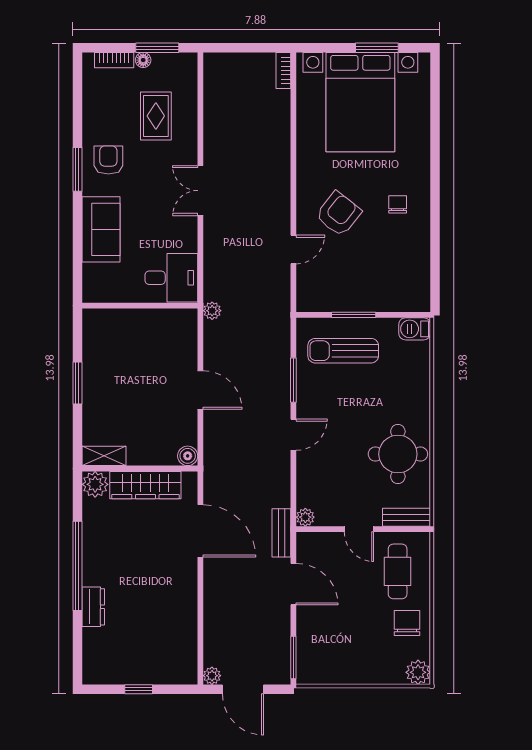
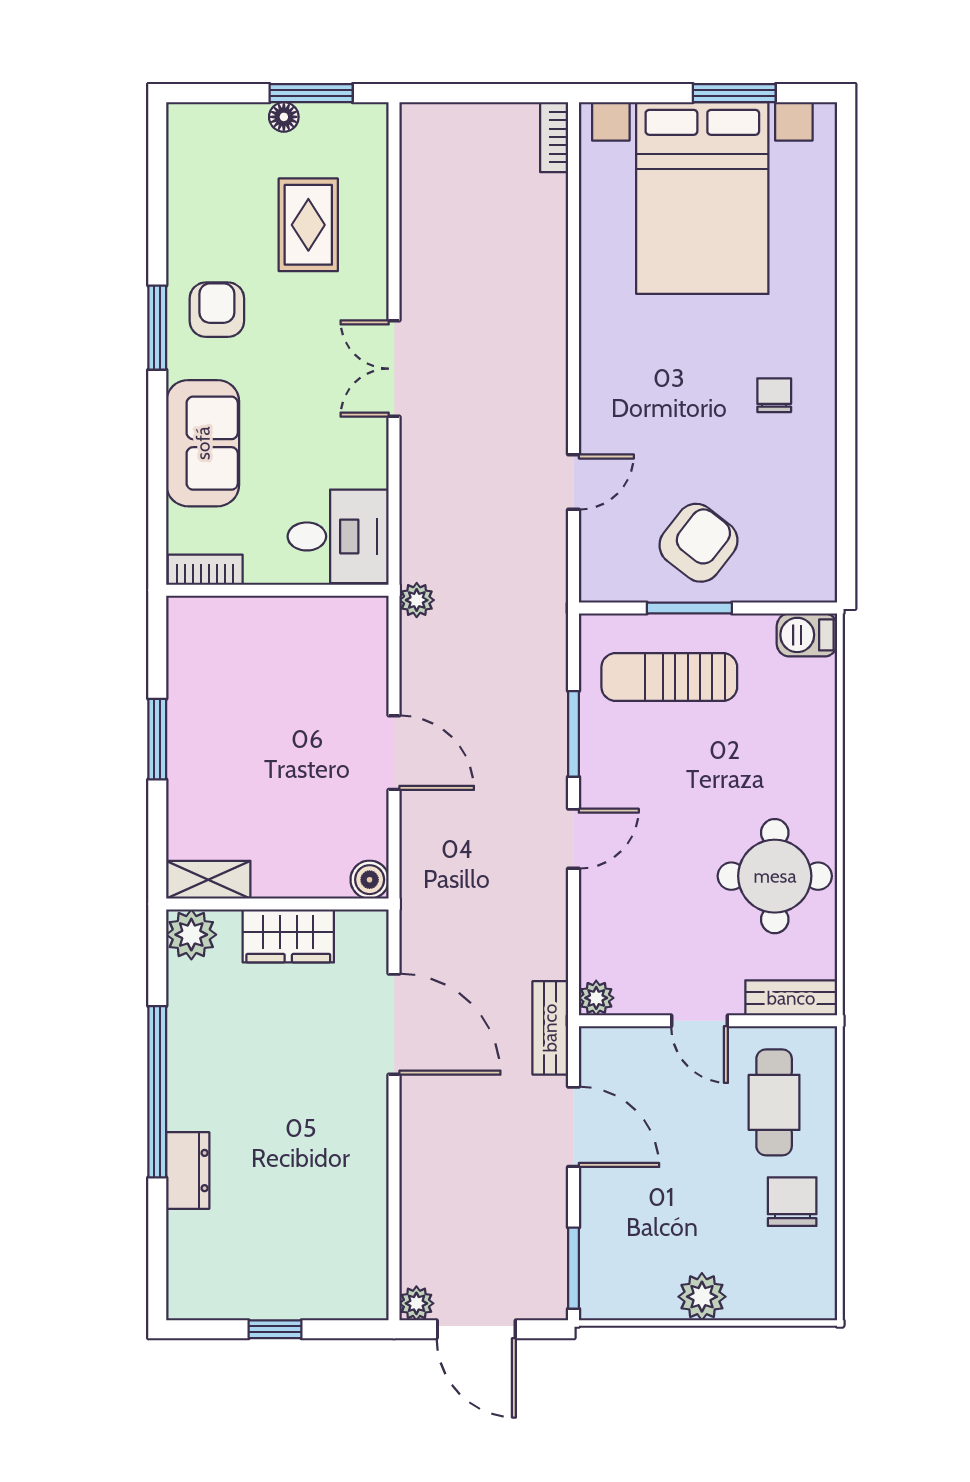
bookcase: (114, 60) -> (205, 570), moved, turned 180
armchair: (339, 214) -> (698, 543), moved
wardrobe: (145, 485) -> (288, 936), width x0.67
plant: (418, 672) -> (702, 1297), moved

